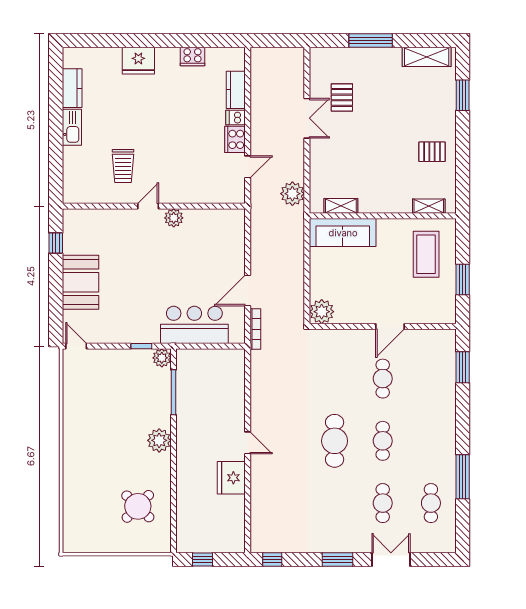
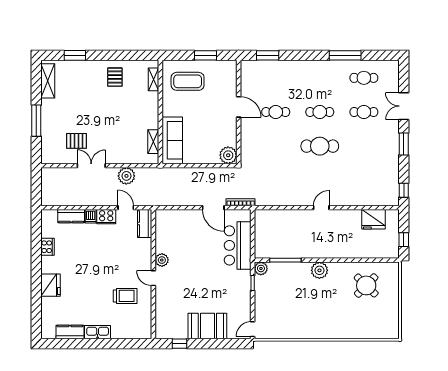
kitchen counter: (225, 194) -> (145, 223), added
plant: (292, 194) -> (126, 176), moved
fridge: (231, 478) -> (373, 219), moved

